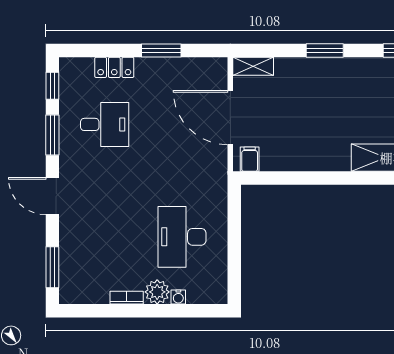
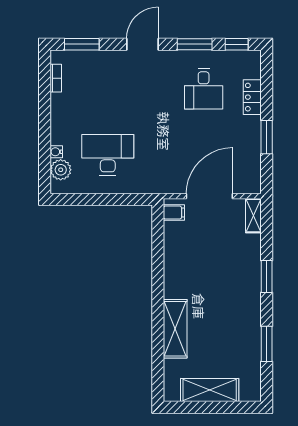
plant: (157, 292) -> (61, 170), moved
bookcase: (127, 298) -> (56, 78), moved

